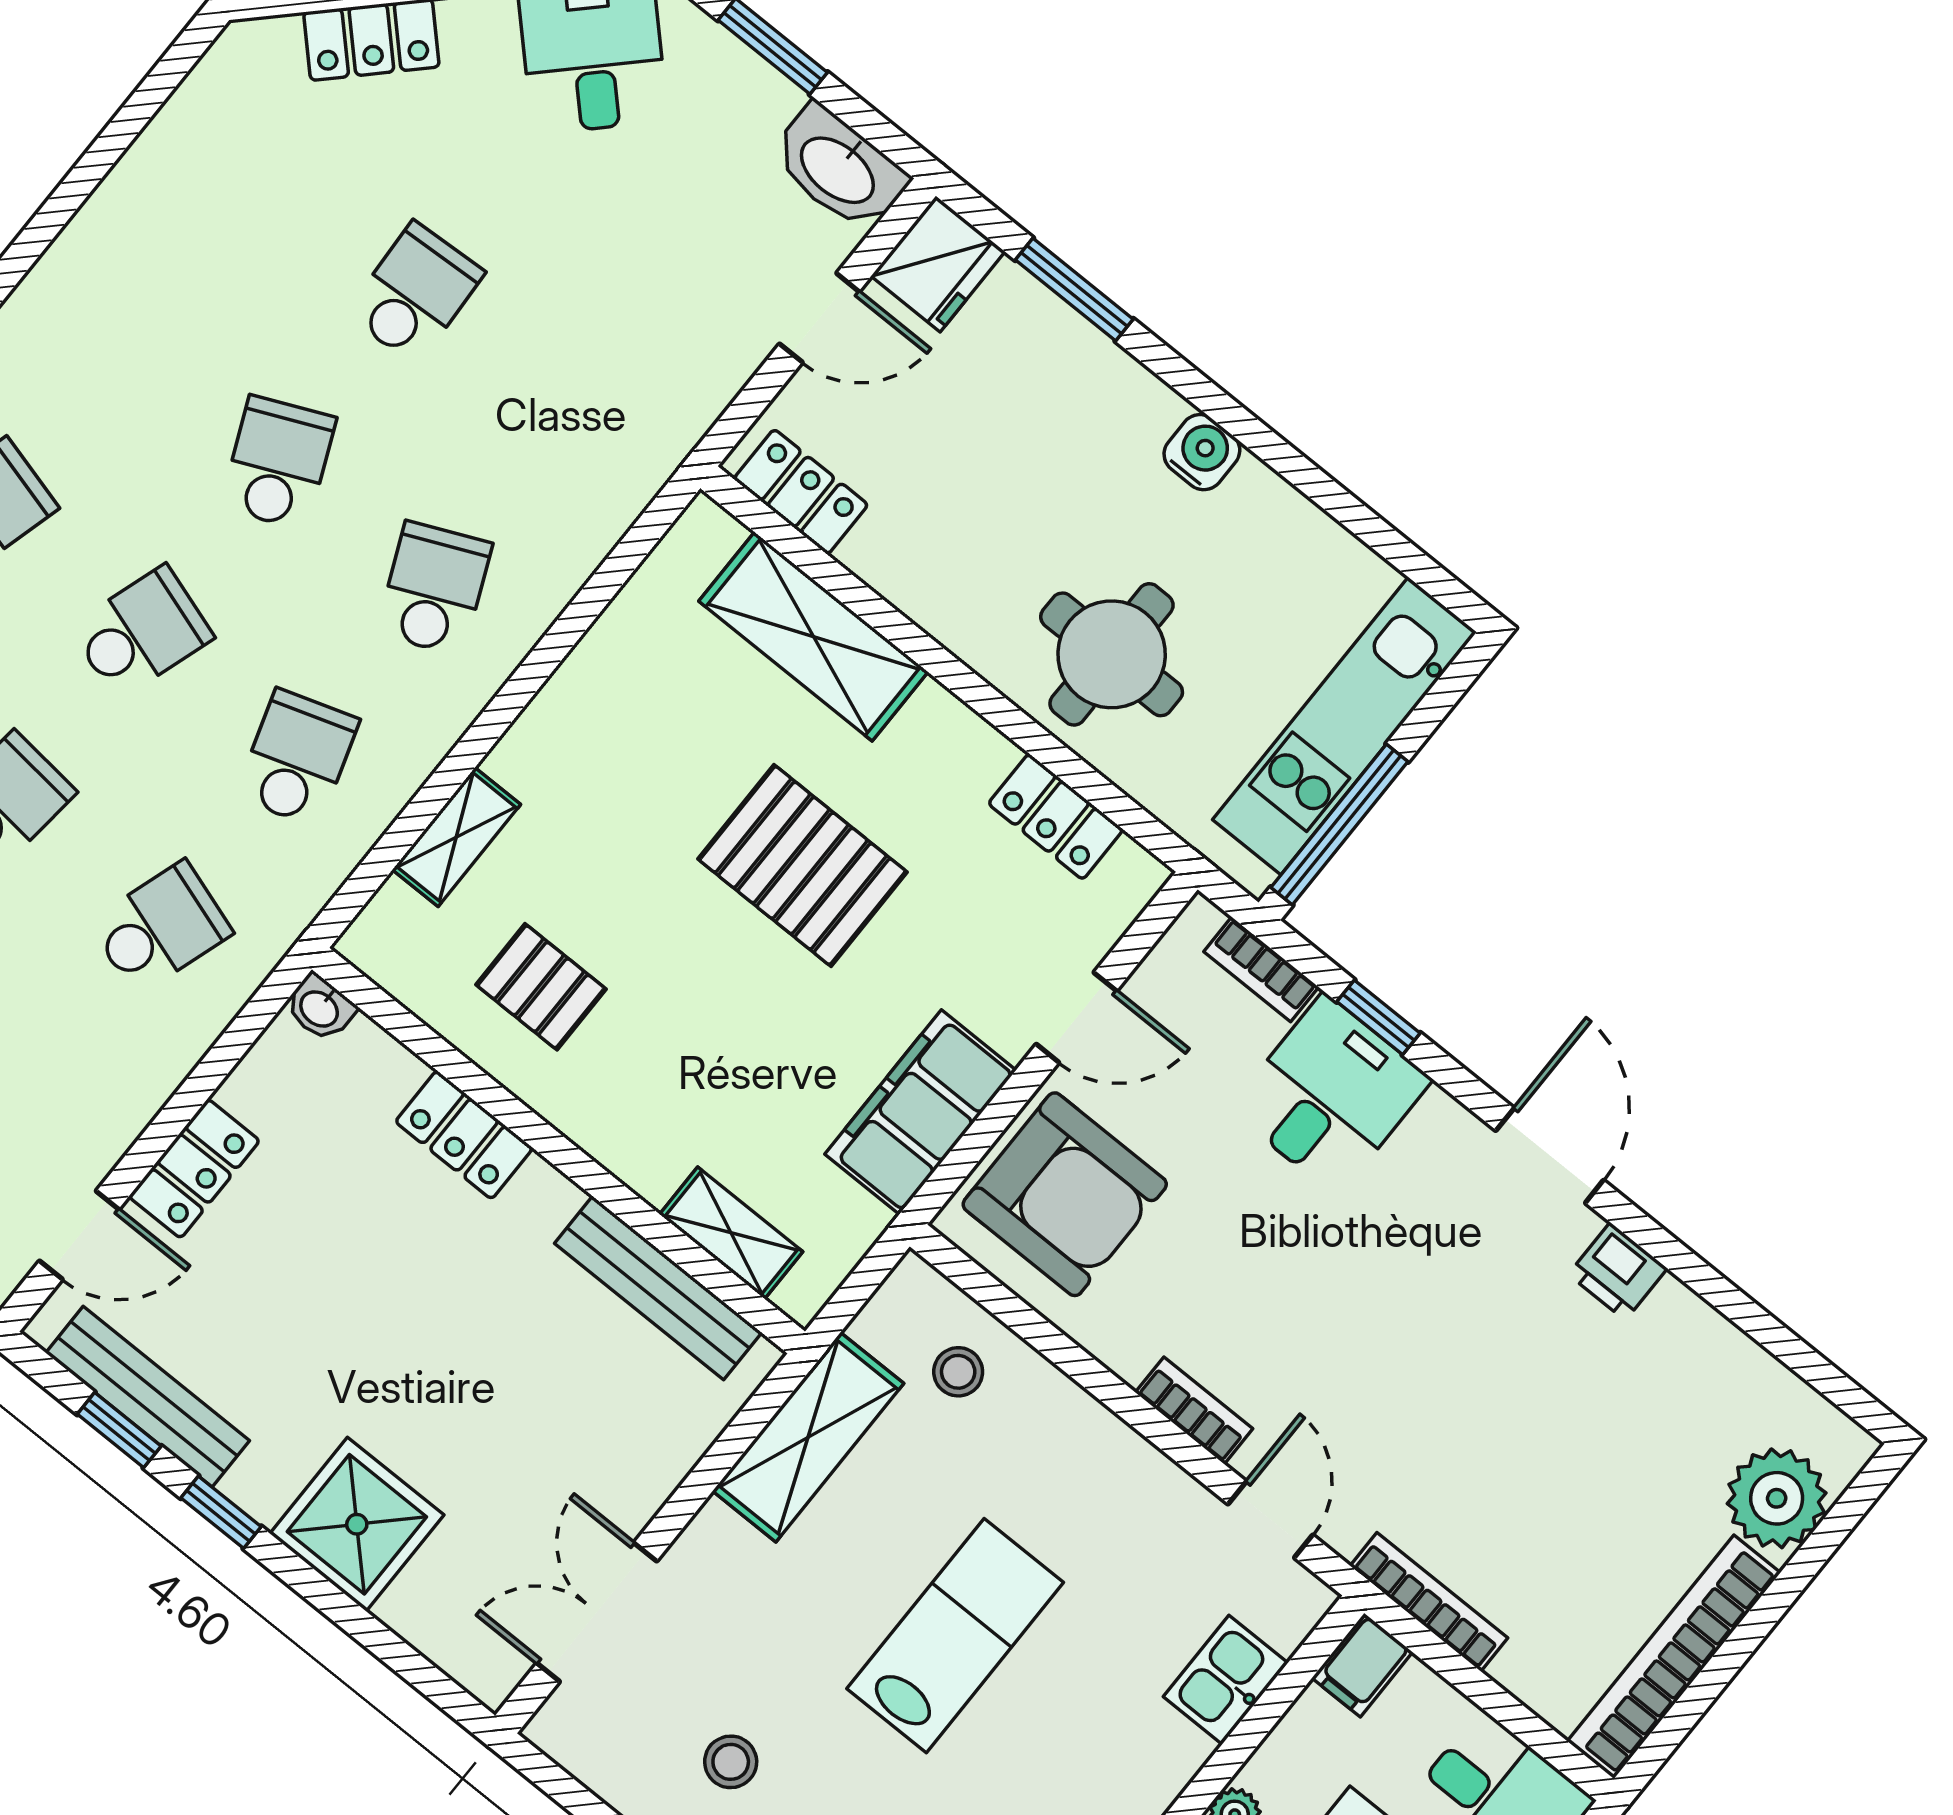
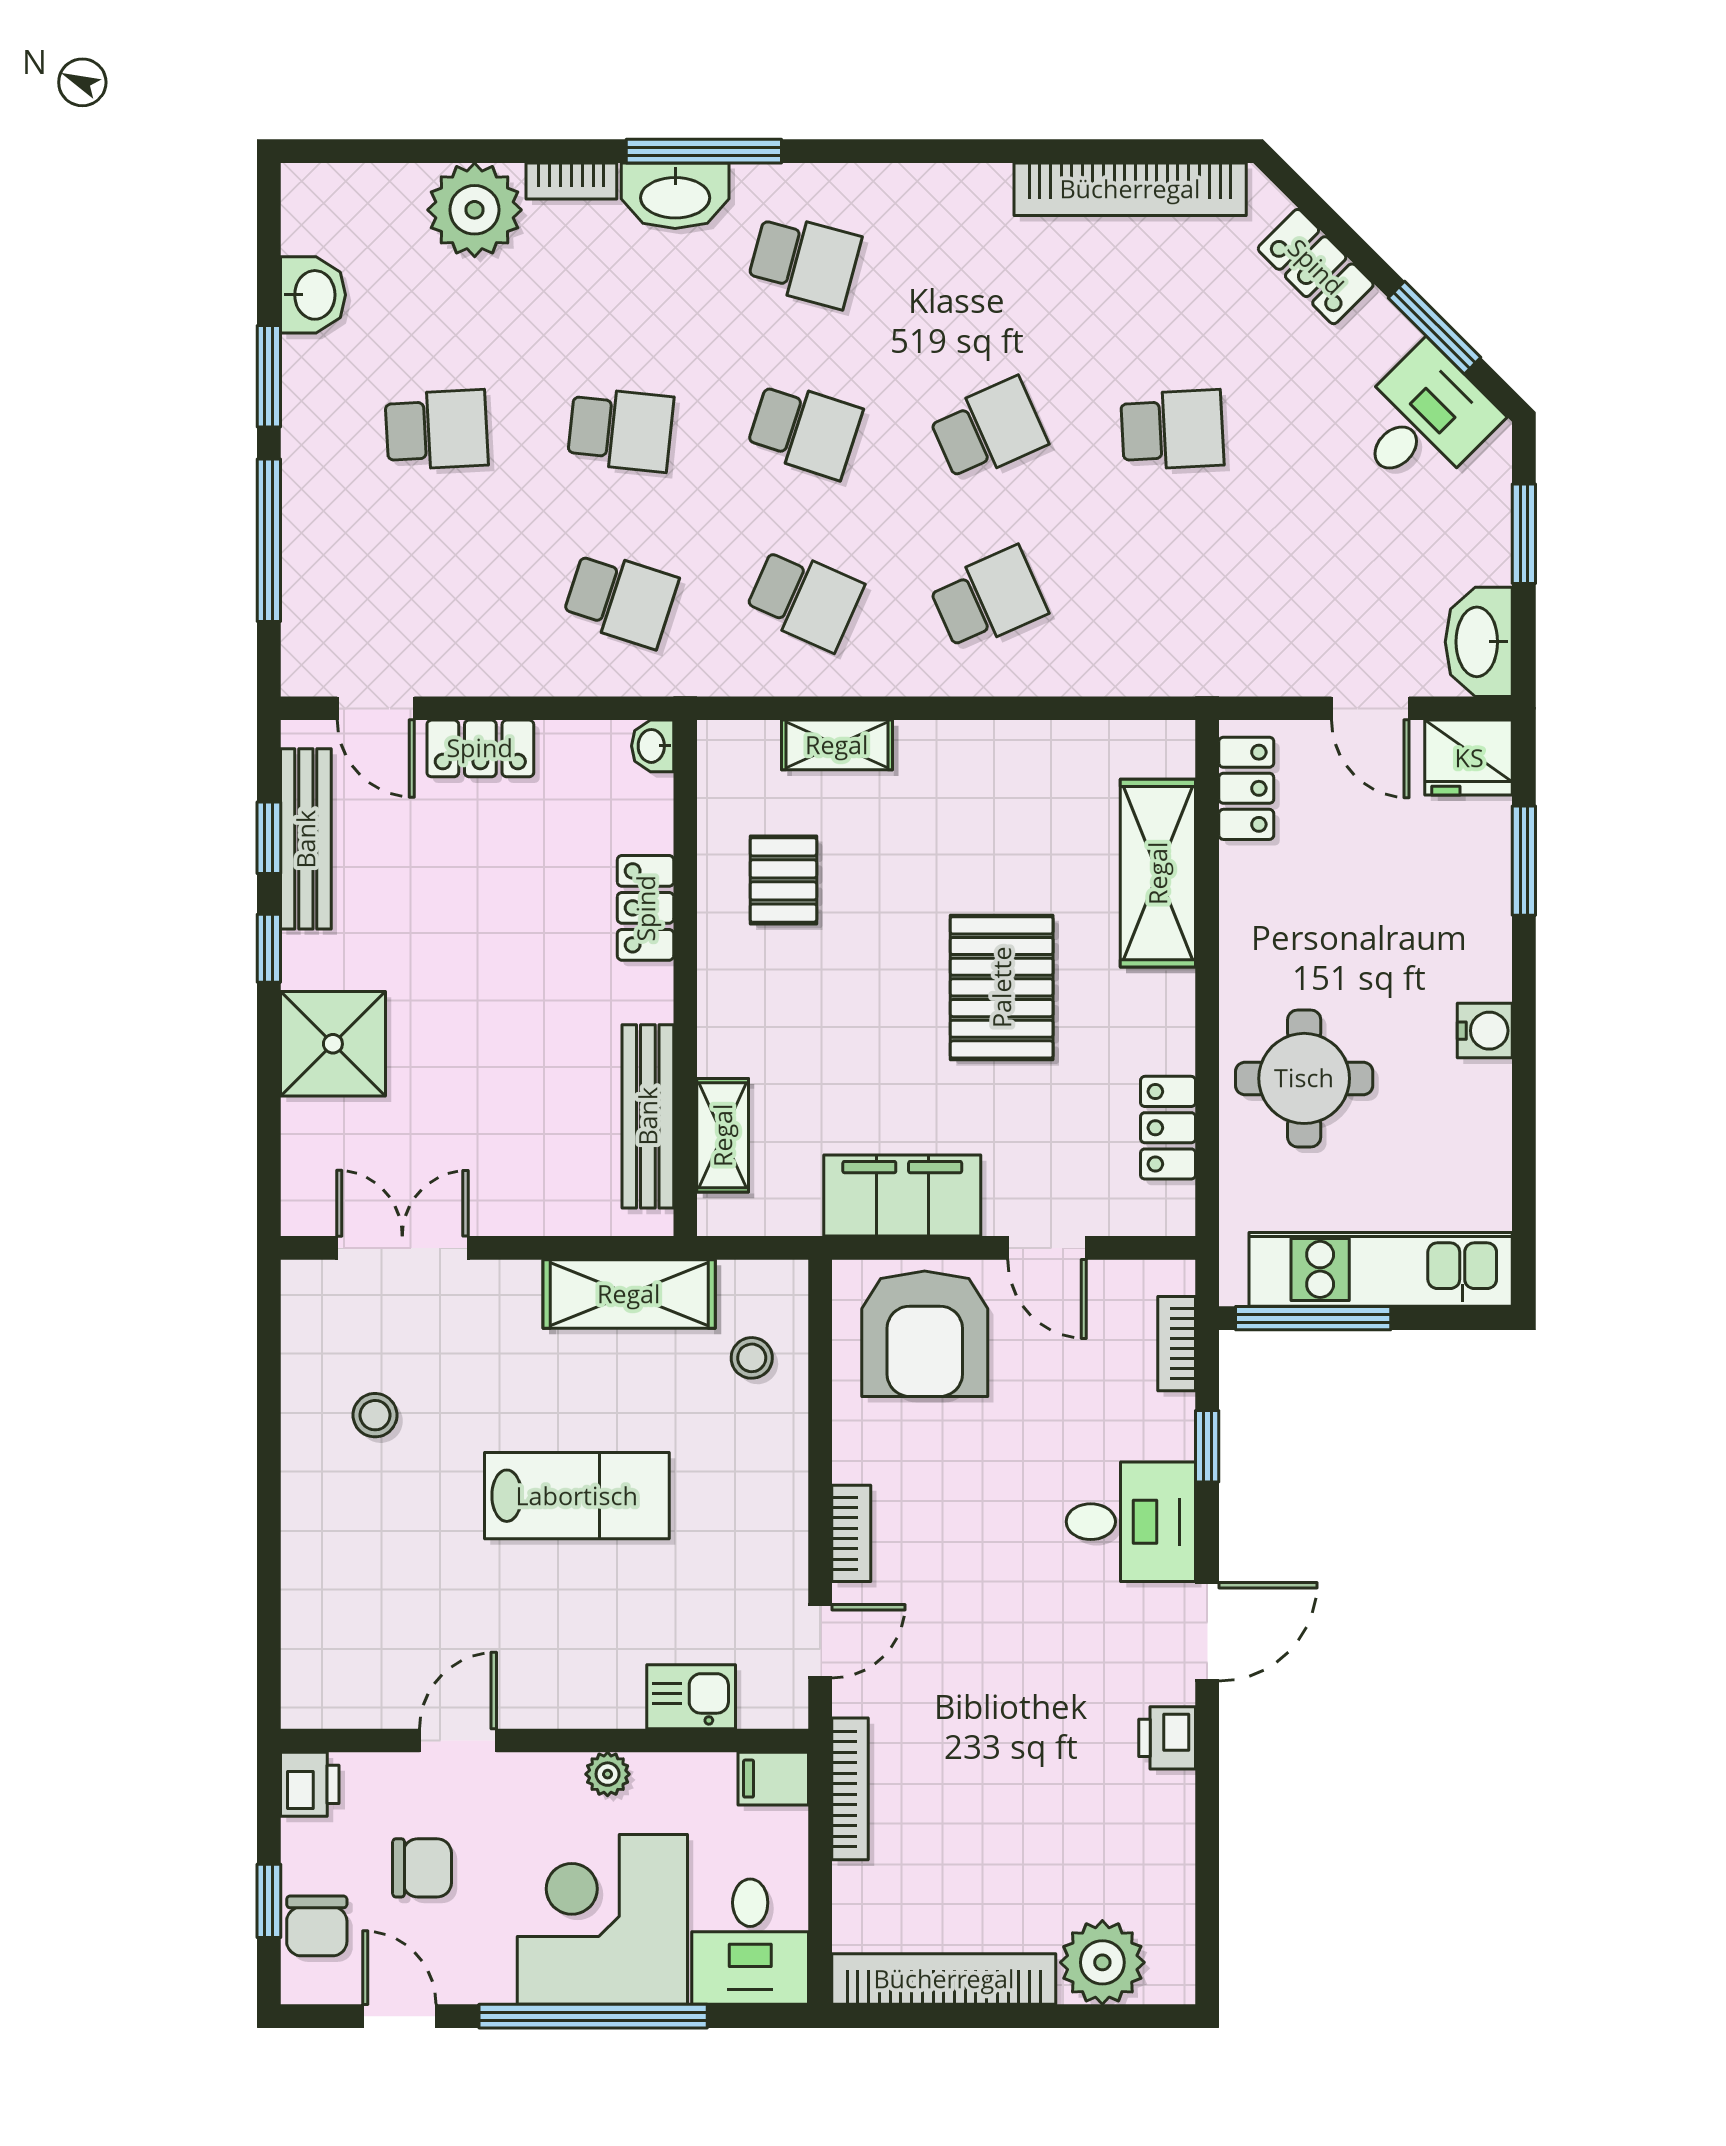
bookcase: (162, 153) -> (1130, 189), added
school desk: (297, 758) -> (804, 599), turned 42
desk: (1330, 1095) -> (1131, 1522), moved

